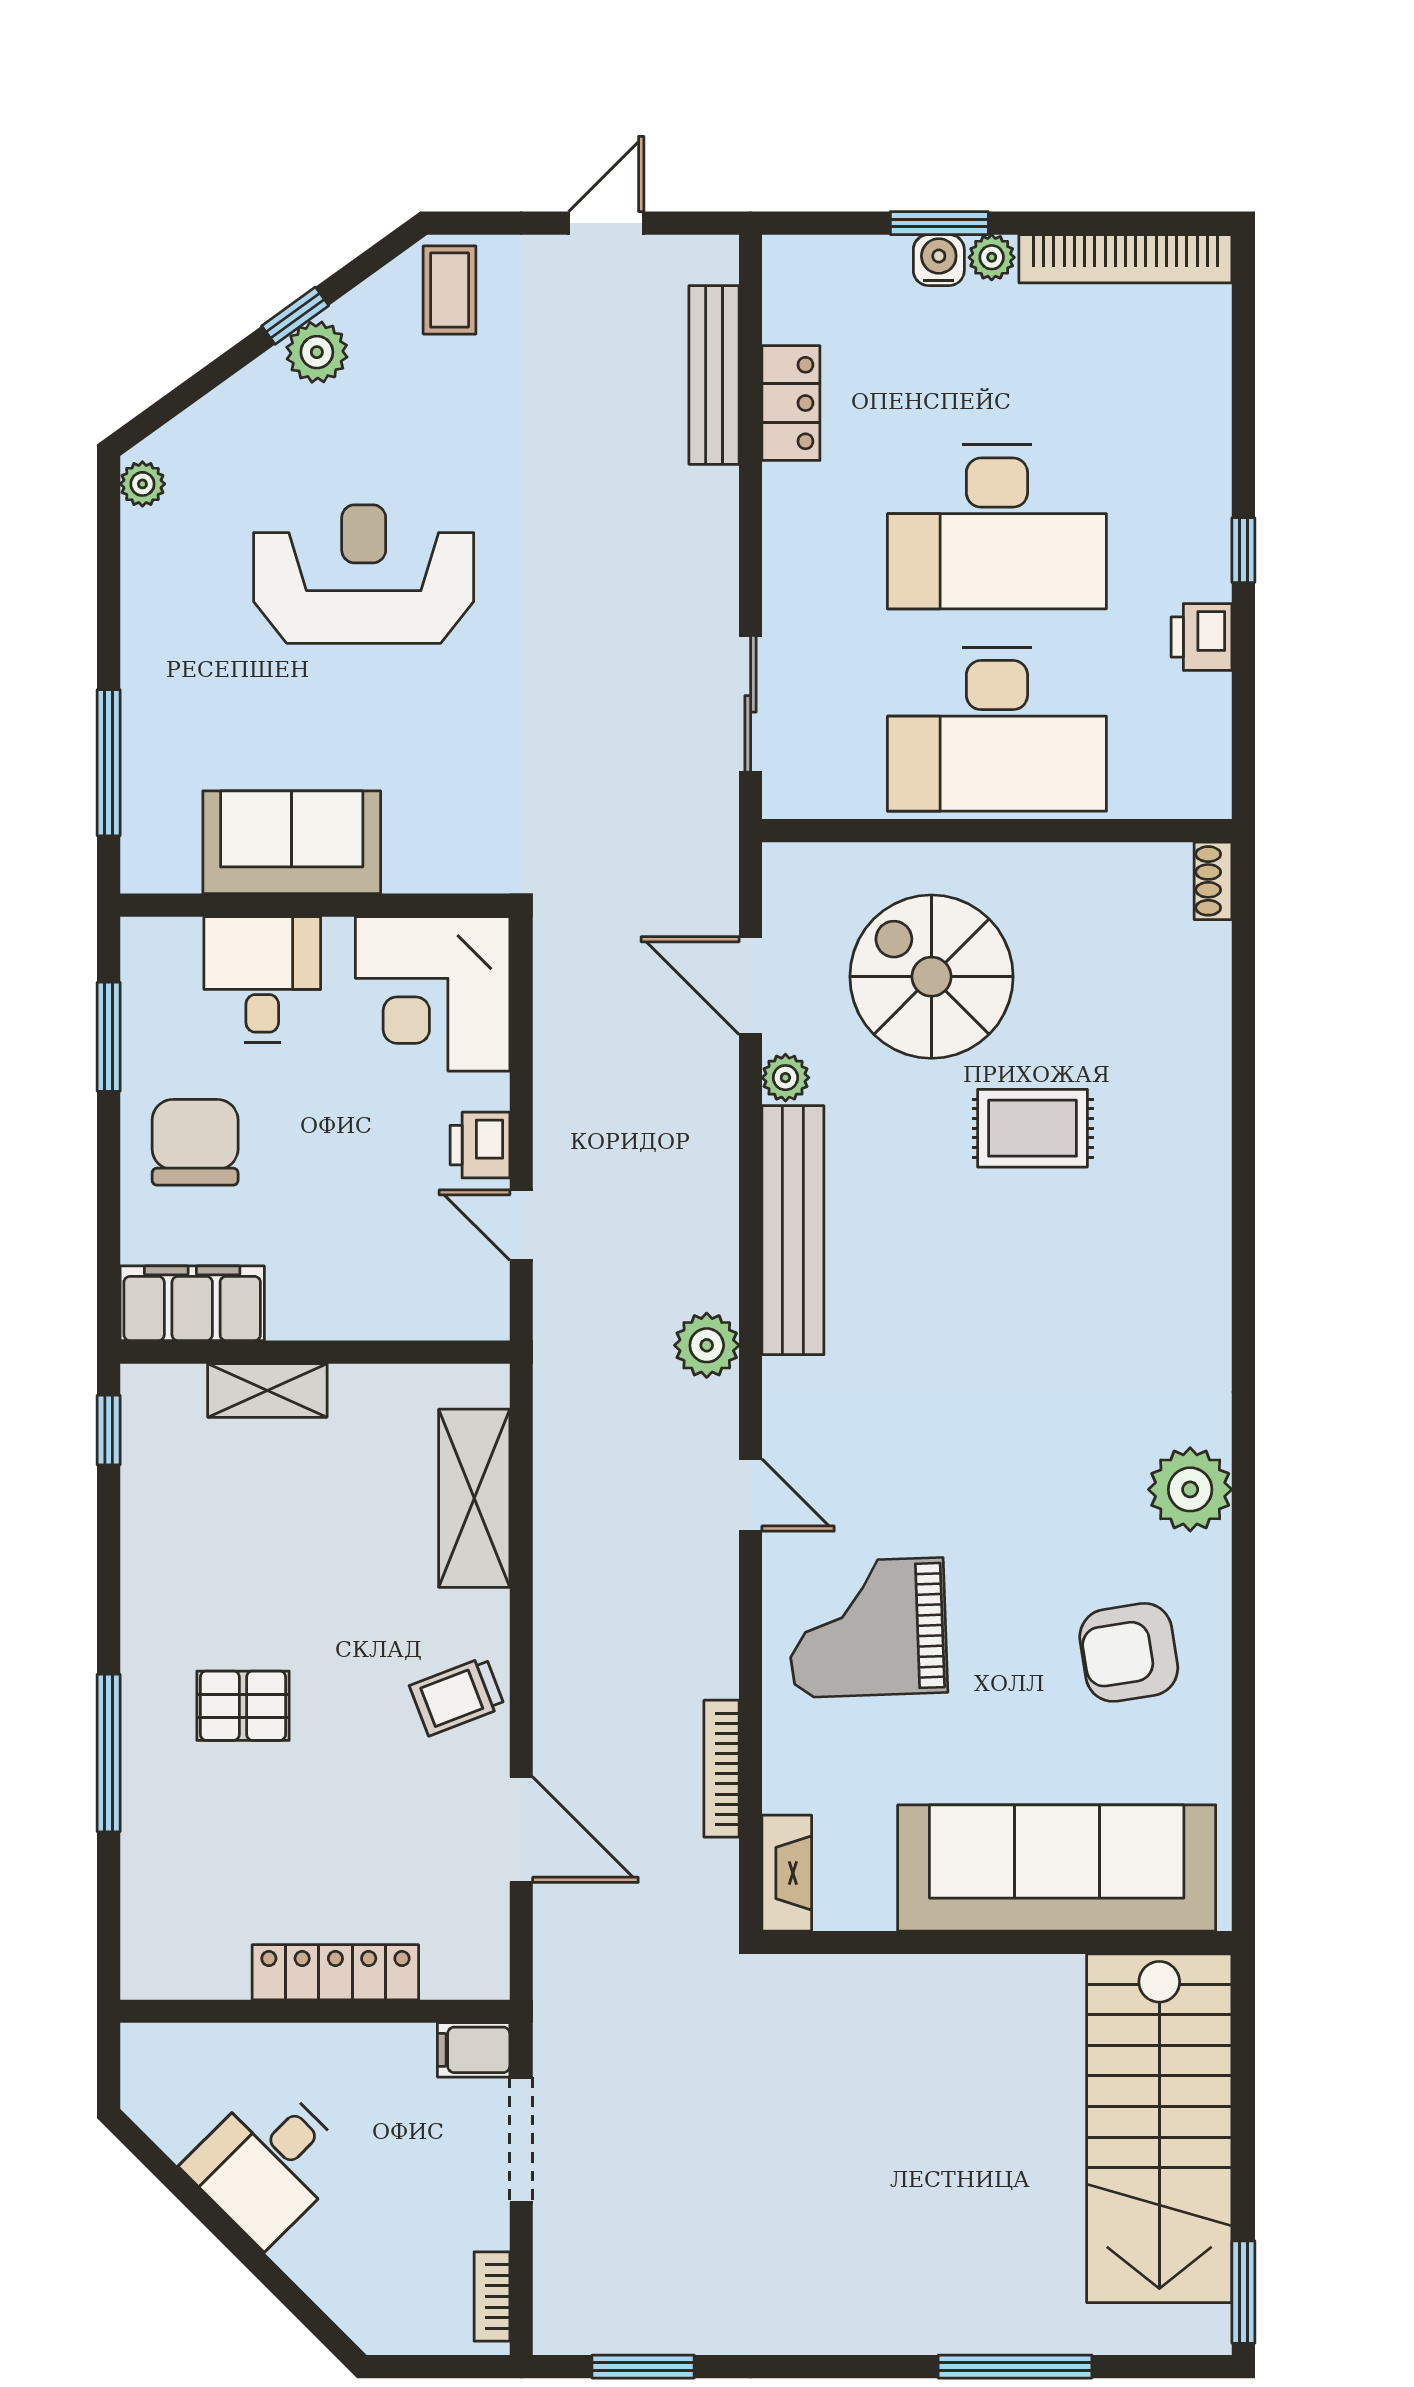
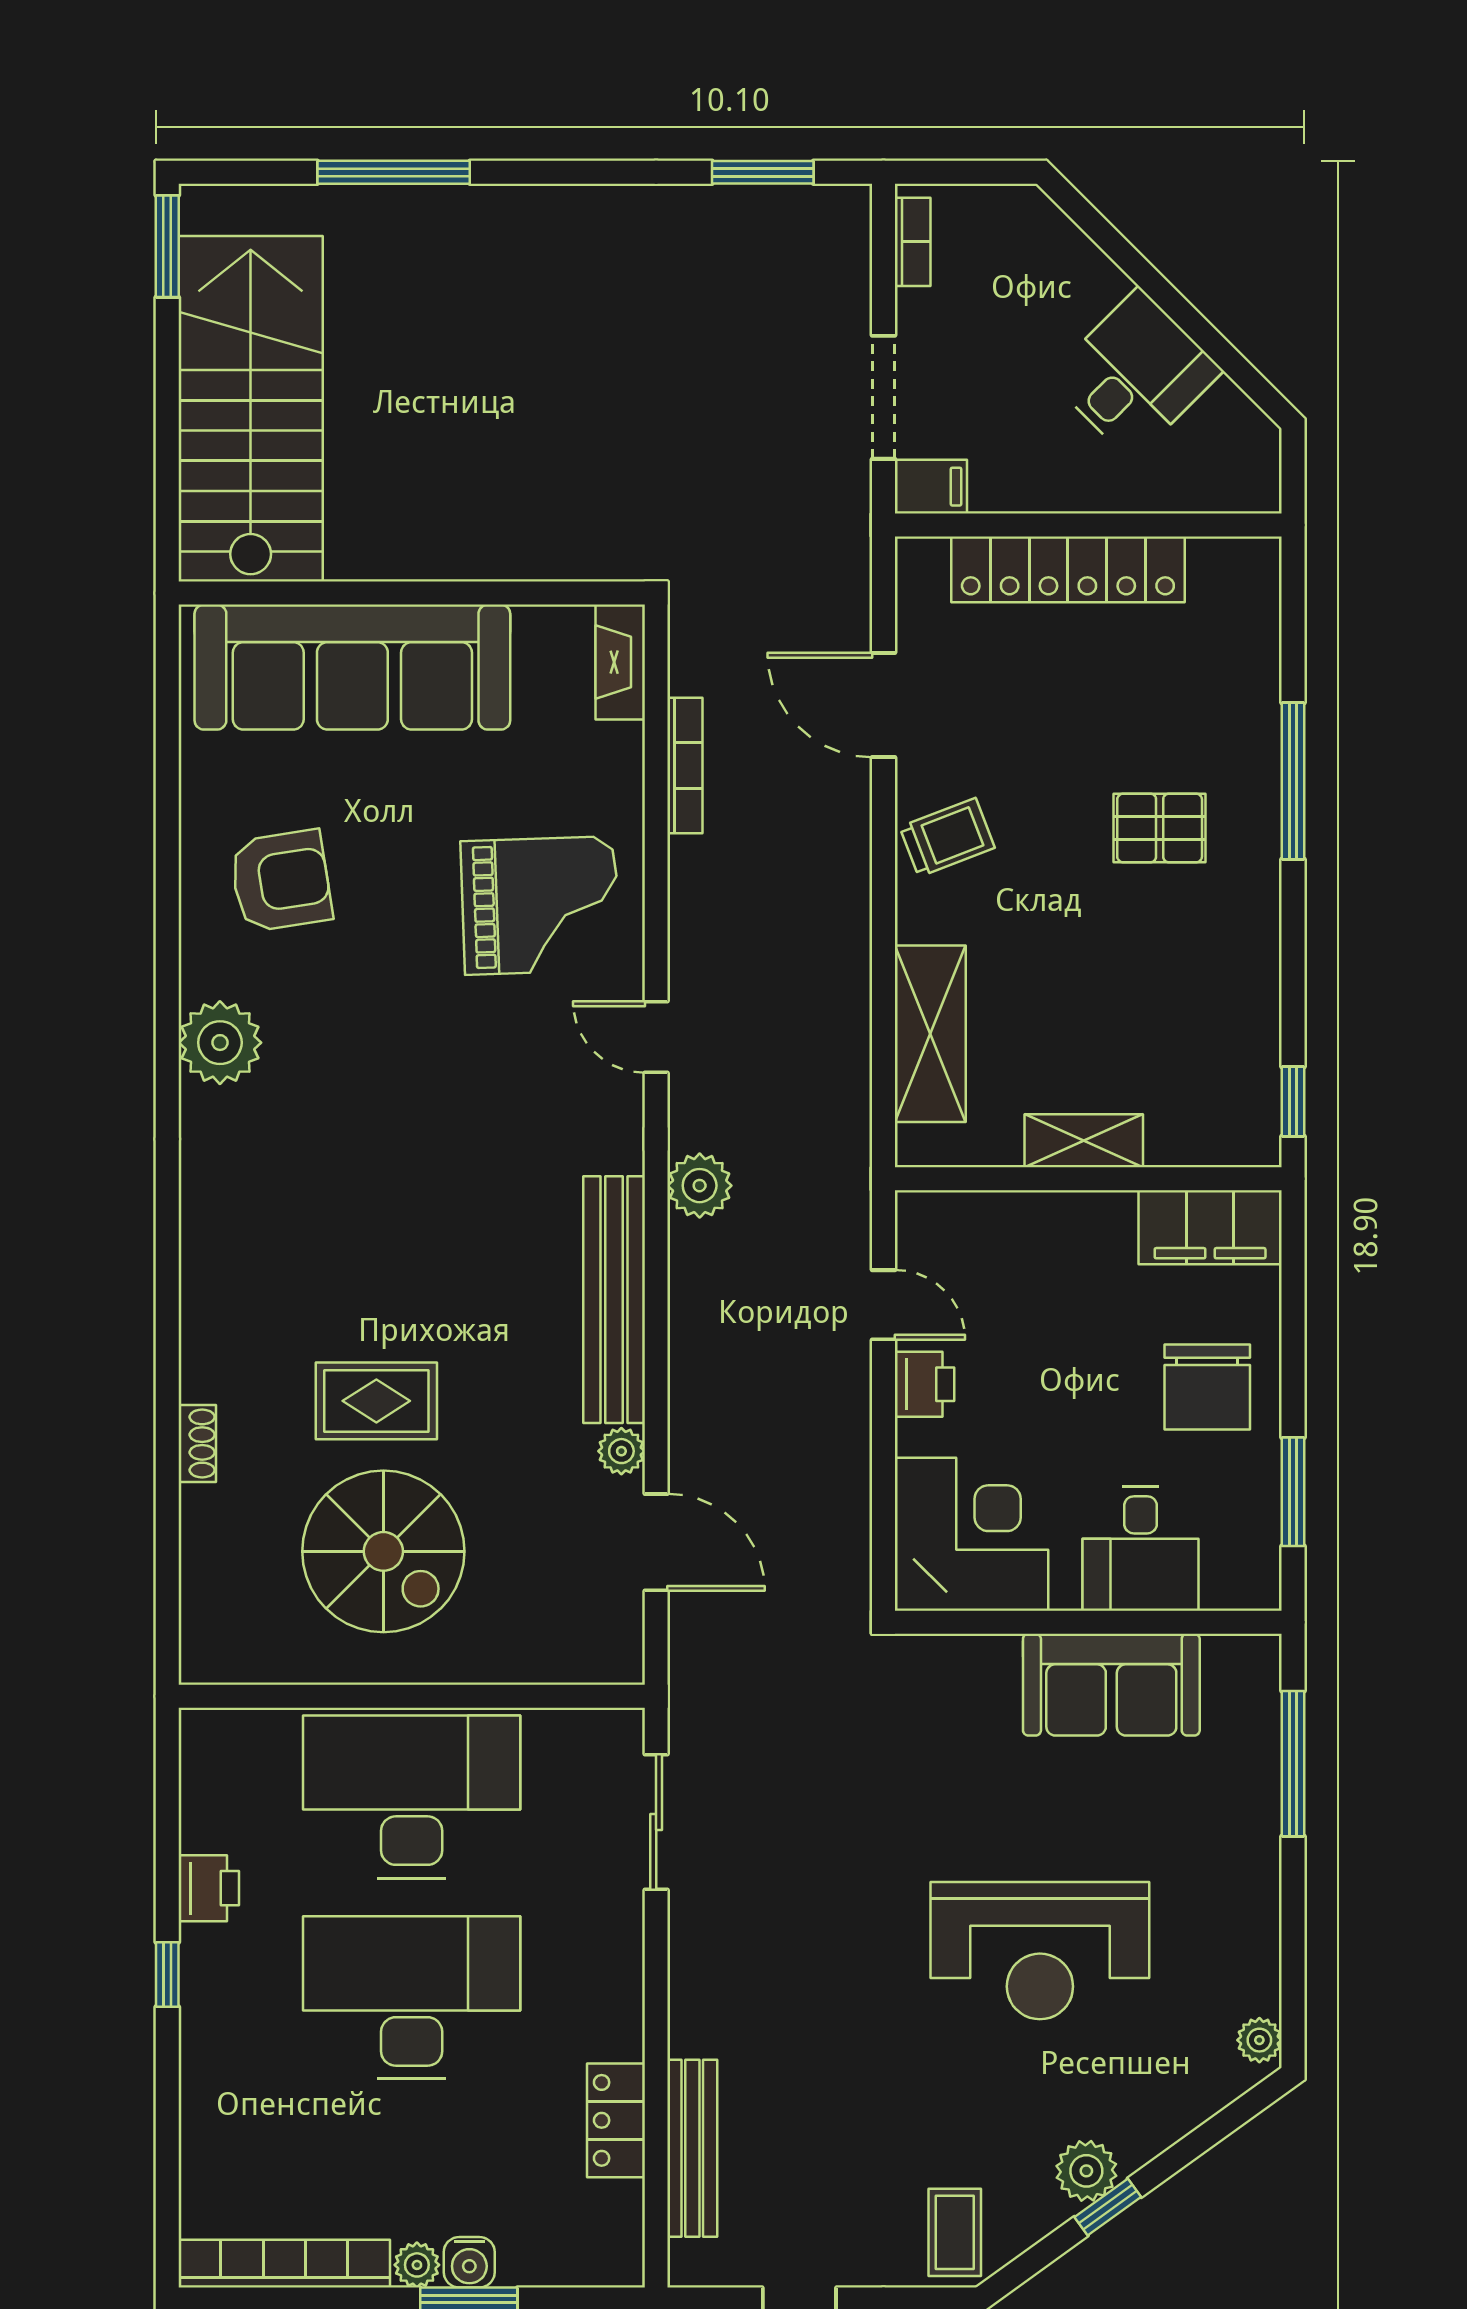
shoe rack: (1213, 881) -> (197, 1443), moved
spiral stairs: (931, 977) -> (383, 1551), moved
shelving: (267, 1390) -> (1084, 1141), moved
locker: (335, 1972) -> (1068, 569), width x1.41, depth x1.21

